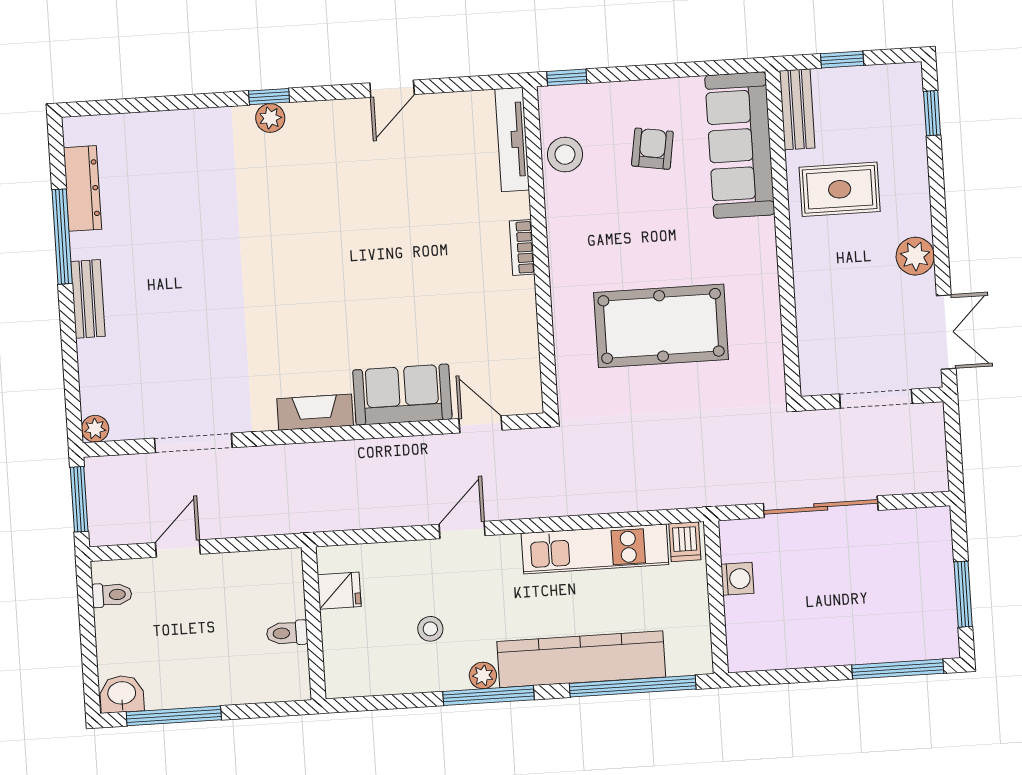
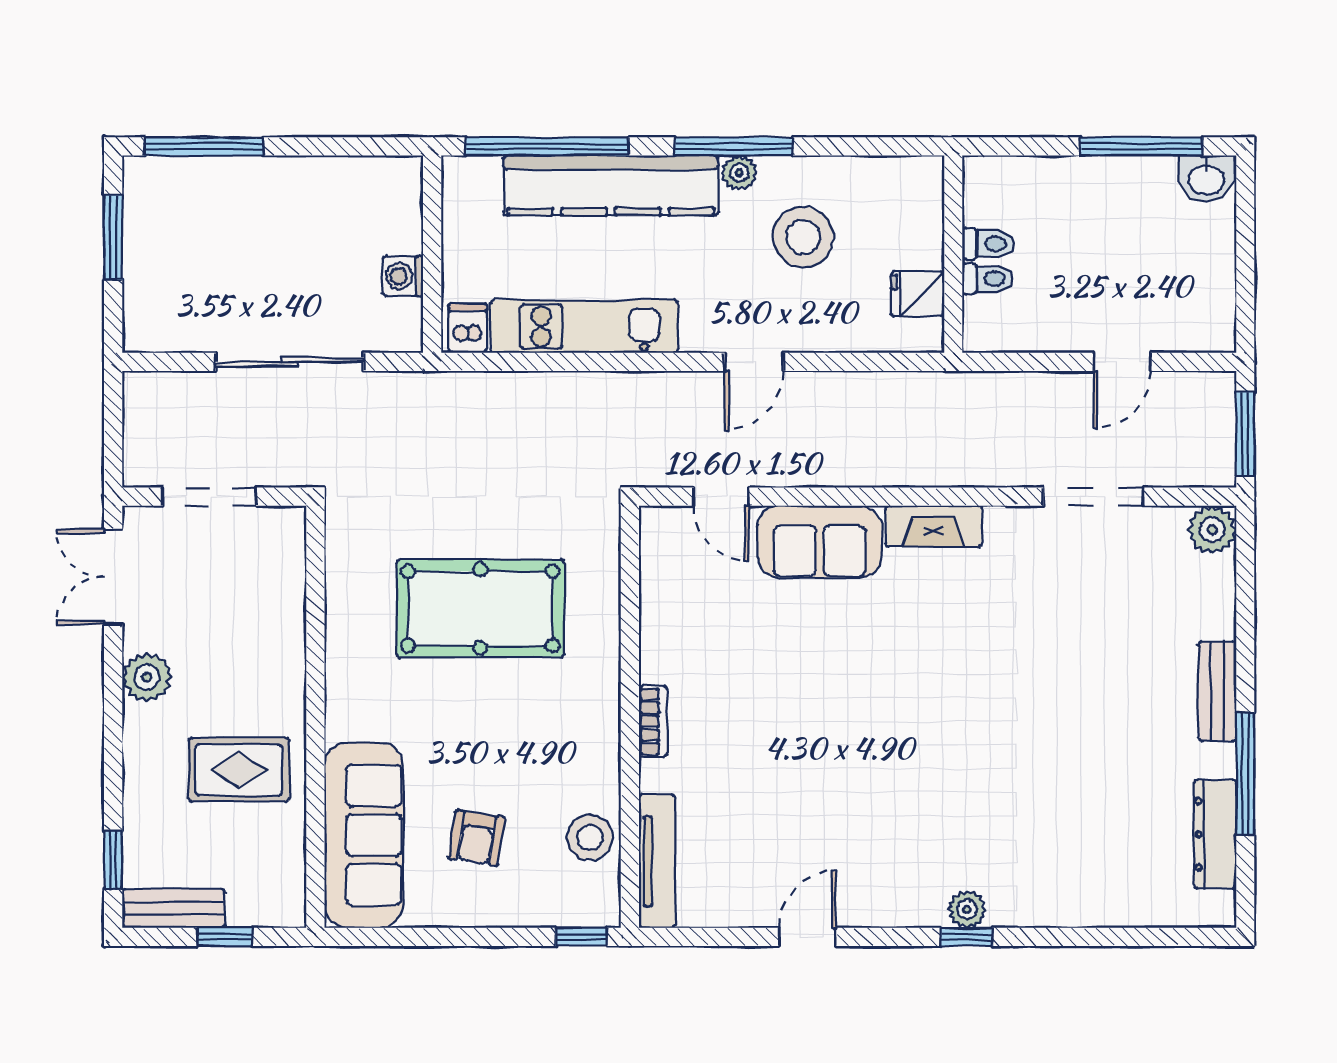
bench: (797, 109) -> (174, 908), moved, turned 90
plant: (95, 429) -> (1212, 530), width x1.38, depth x1.38
toilet: (112, 595) -> (988, 279), moved, turned 180
stool: (430, 629) -> (803, 237), width x1.89, depth x1.89

